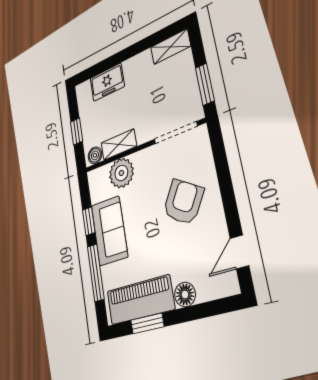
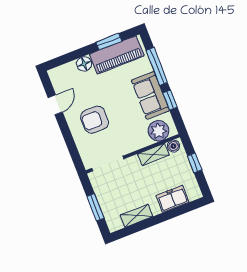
shelving: (170, 47) -> (136, 216), moved
window: (205, 84) -> (95, 207), moved
plant: (121, 173) -> (158, 131), moved
armchair: (183, 202) -> (95, 120), turned 58
door: (239, 252) -> (55, 105), moved

